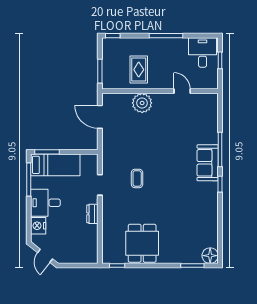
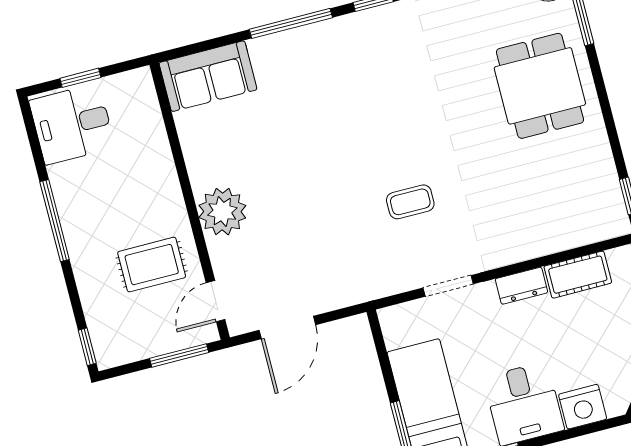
door: (182, 91) -> (216, 301), moved
plant: (142, 103) -> (222, 212), moved
sofa: (208, 163) -> (208, 76), moved
cot: (91, 237) -> (578, 275), added
dining table: (142, 243) -> (540, 86), moved, turned 90

